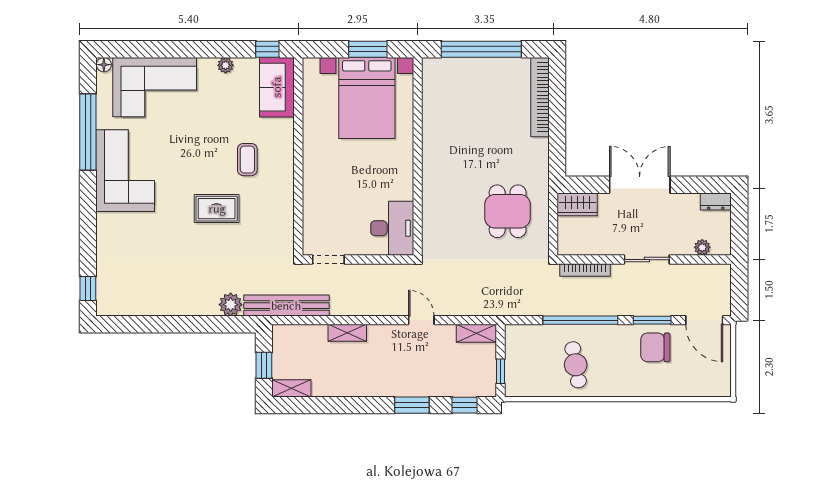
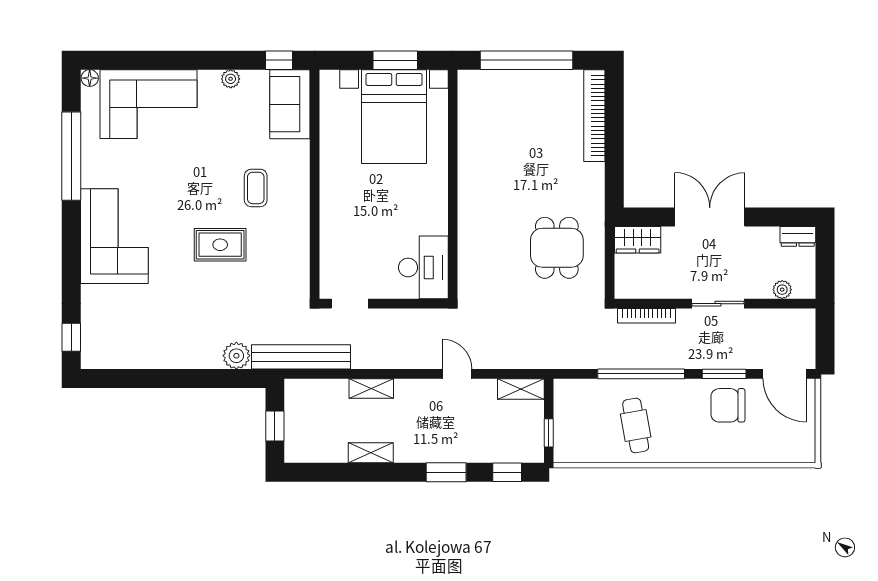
corner sofa: (125, 171) -> (114, 236), moved
shelving: (291, 388) -> (371, 453), moved

